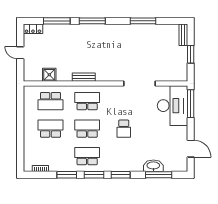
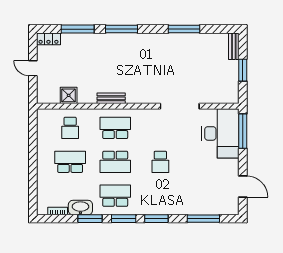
school desk: (51, 101) -> (70, 128), width x0.54
school desk: (87, 129) -> (115, 162), turned 180
washbasin: (153, 166) -> (80, 208), moved

